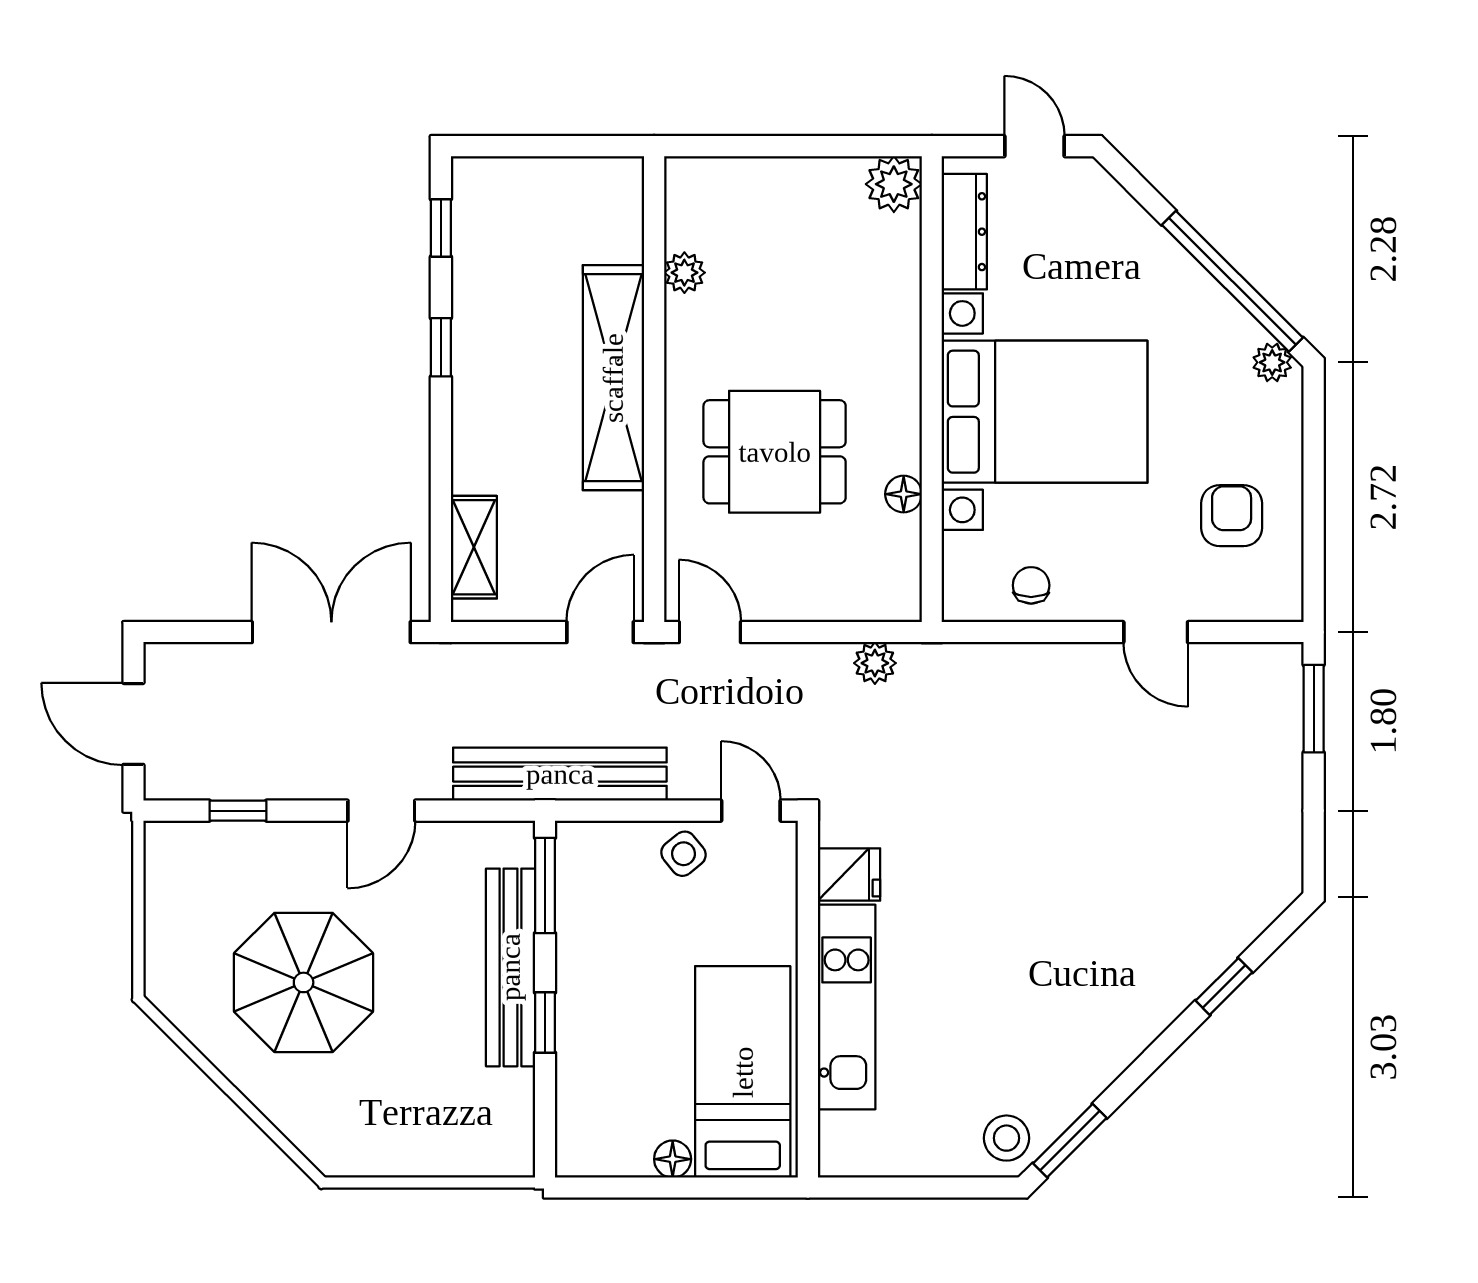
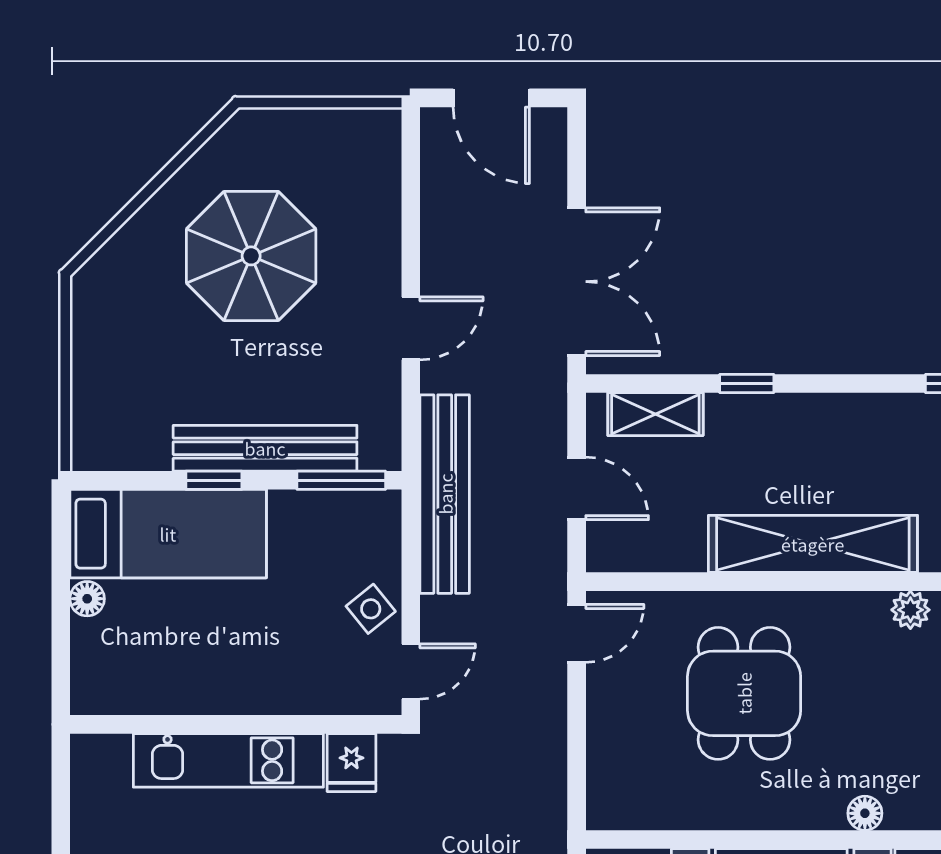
window: (441, 347) -> (747, 384), moved
floor lamp: (904, 494) -> (865, 813), moved
door: (600, 632) -> (577, 488), moved
plant: (875, 663) -> (548, 787), removed
door: (133, 724) -> (491, 98), swing flipped
window: (238, 811) -> (411, 195), removed
door: (381, 811) -> (411, 328), swing flipped
bed: (743, 1072) -> (168, 534), moved

